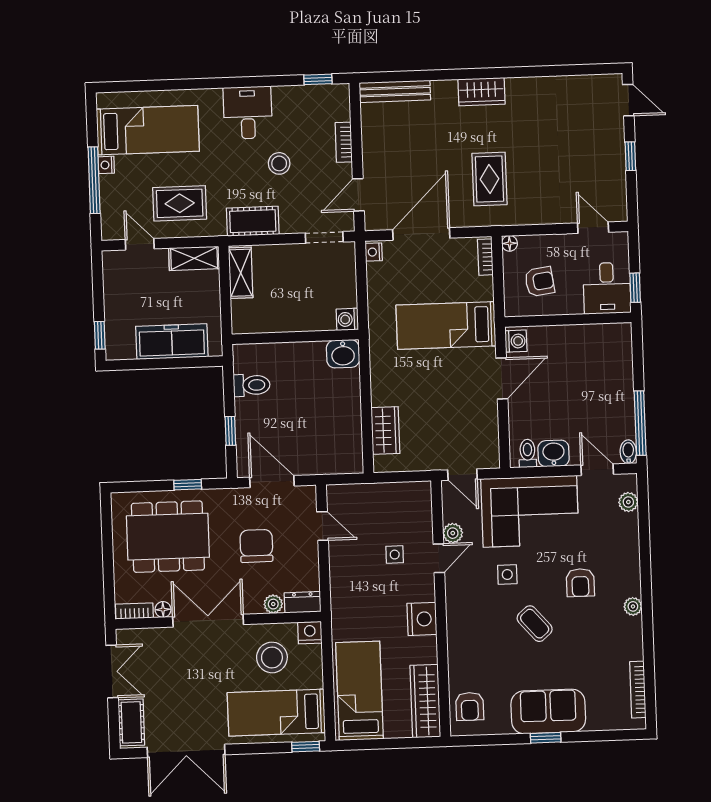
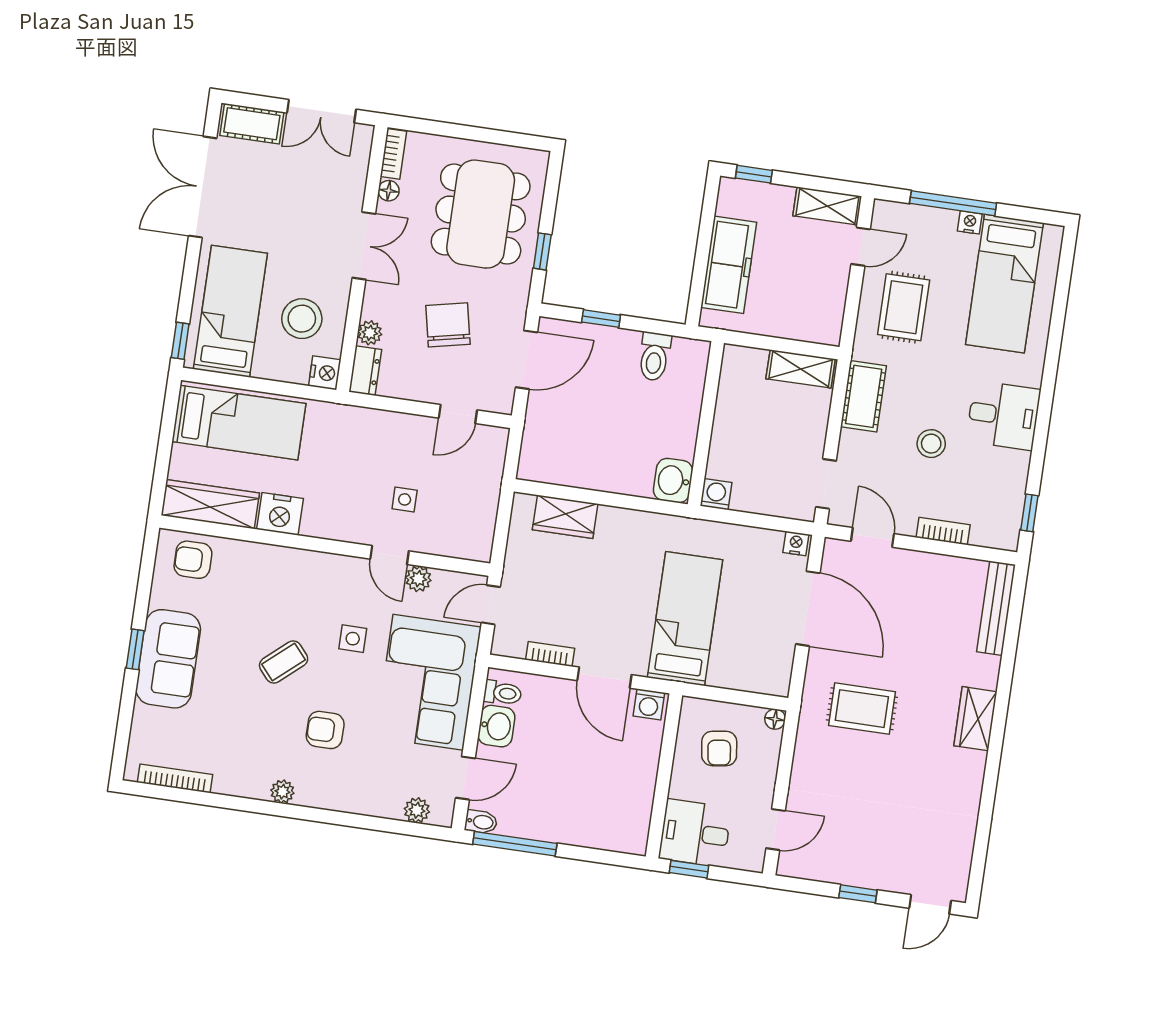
bookcase: (485, 257) -> (550, 654), moved
shelving: (194, 258) -> (827, 206), moved, turned 90
chair: (256, 546) -> (448, 325), turned -102
nightstand: (422, 619) -> (280, 514), moved
double door: (208, 621) -> (364, 246), width x0.73

